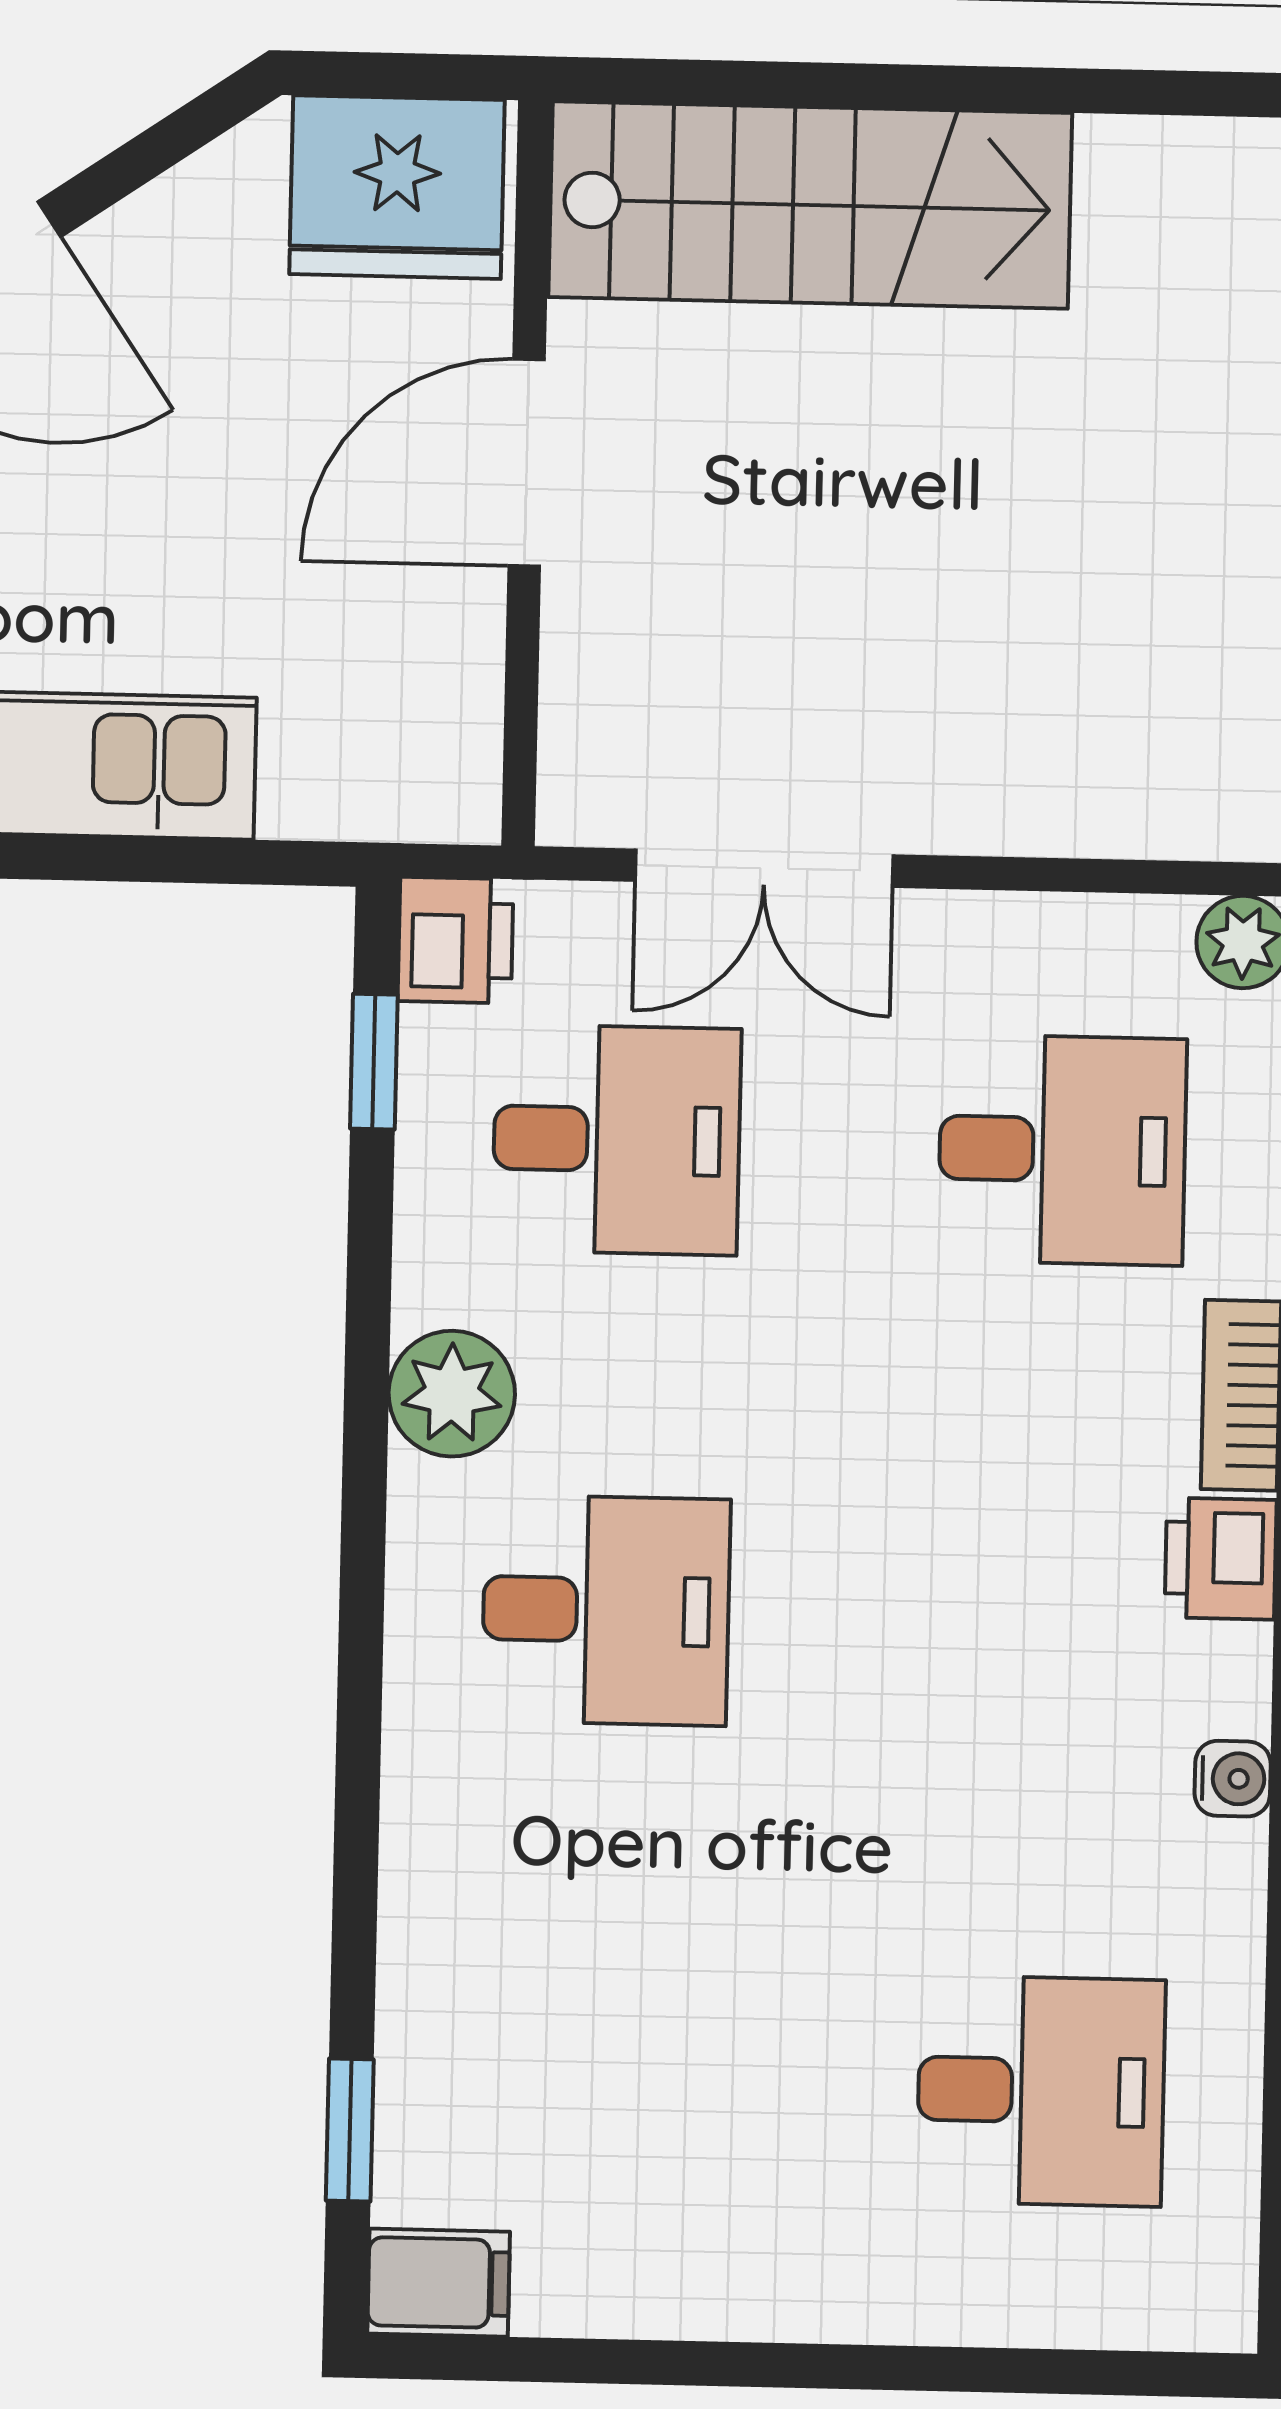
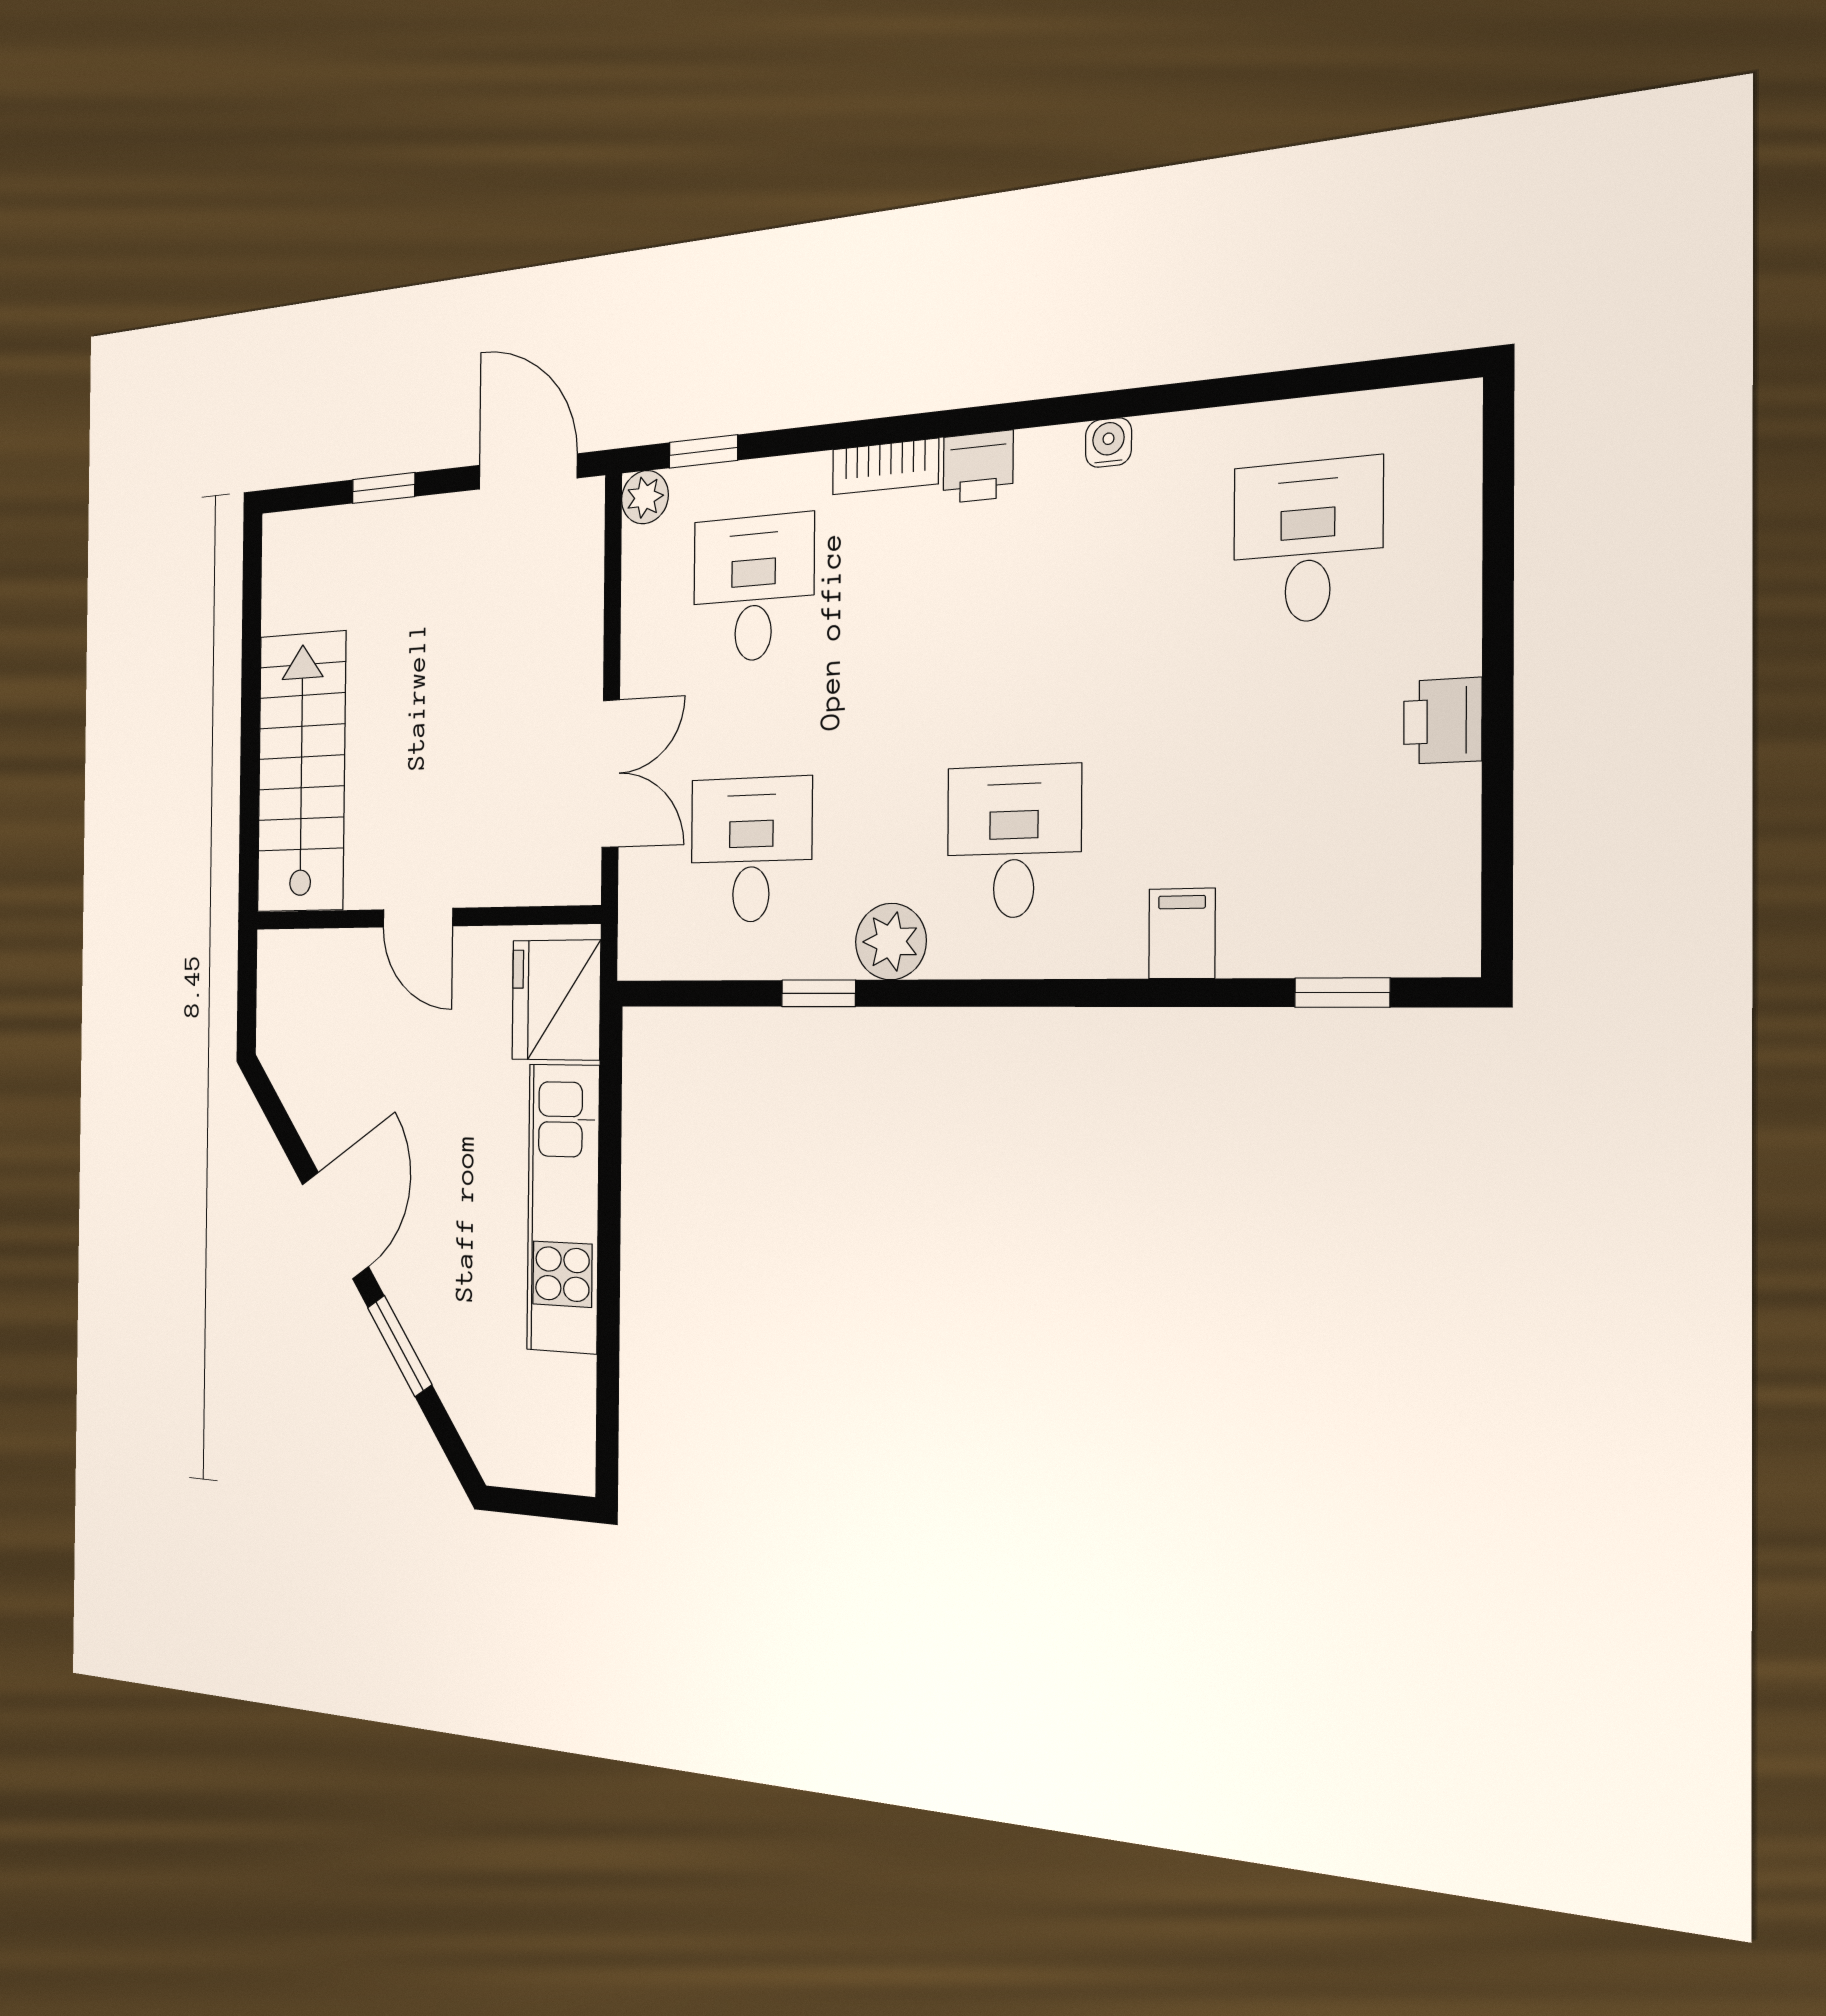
fridge: (397, 187) -> (556, 1000), moved, turned 180
door: (527, 463) -> (418, 918), width x0.73
printer: (456, 940) -> (1443, 721), moved, turned -90
window: (374, 1062) -> (818, 993), moved
filing cabinet: (439, 2283) -> (1182, 934), moved

